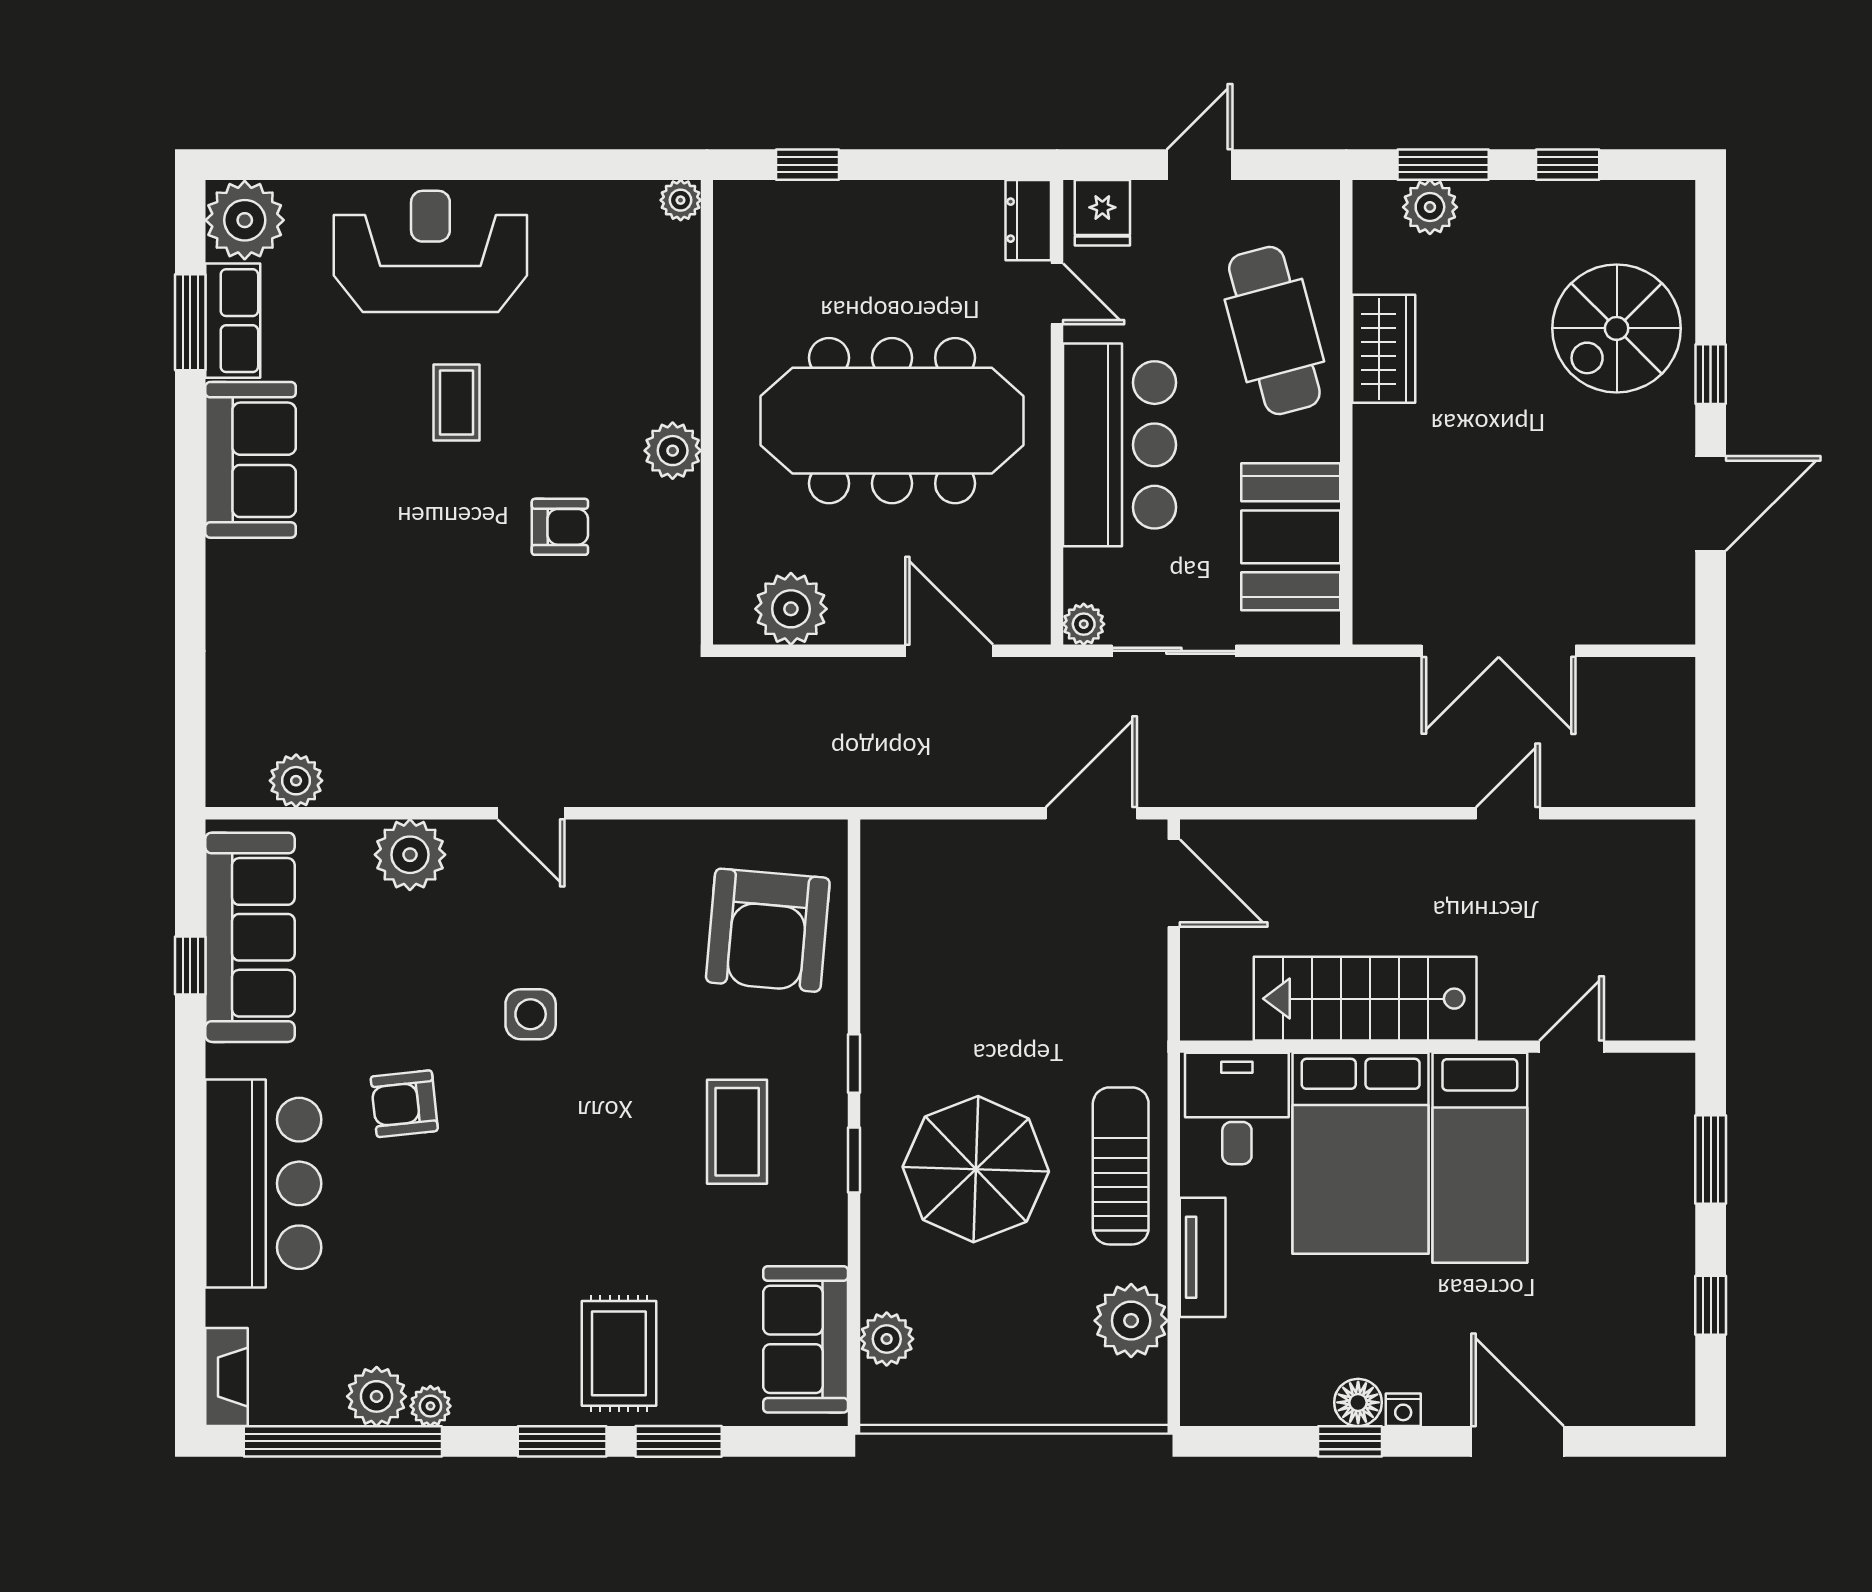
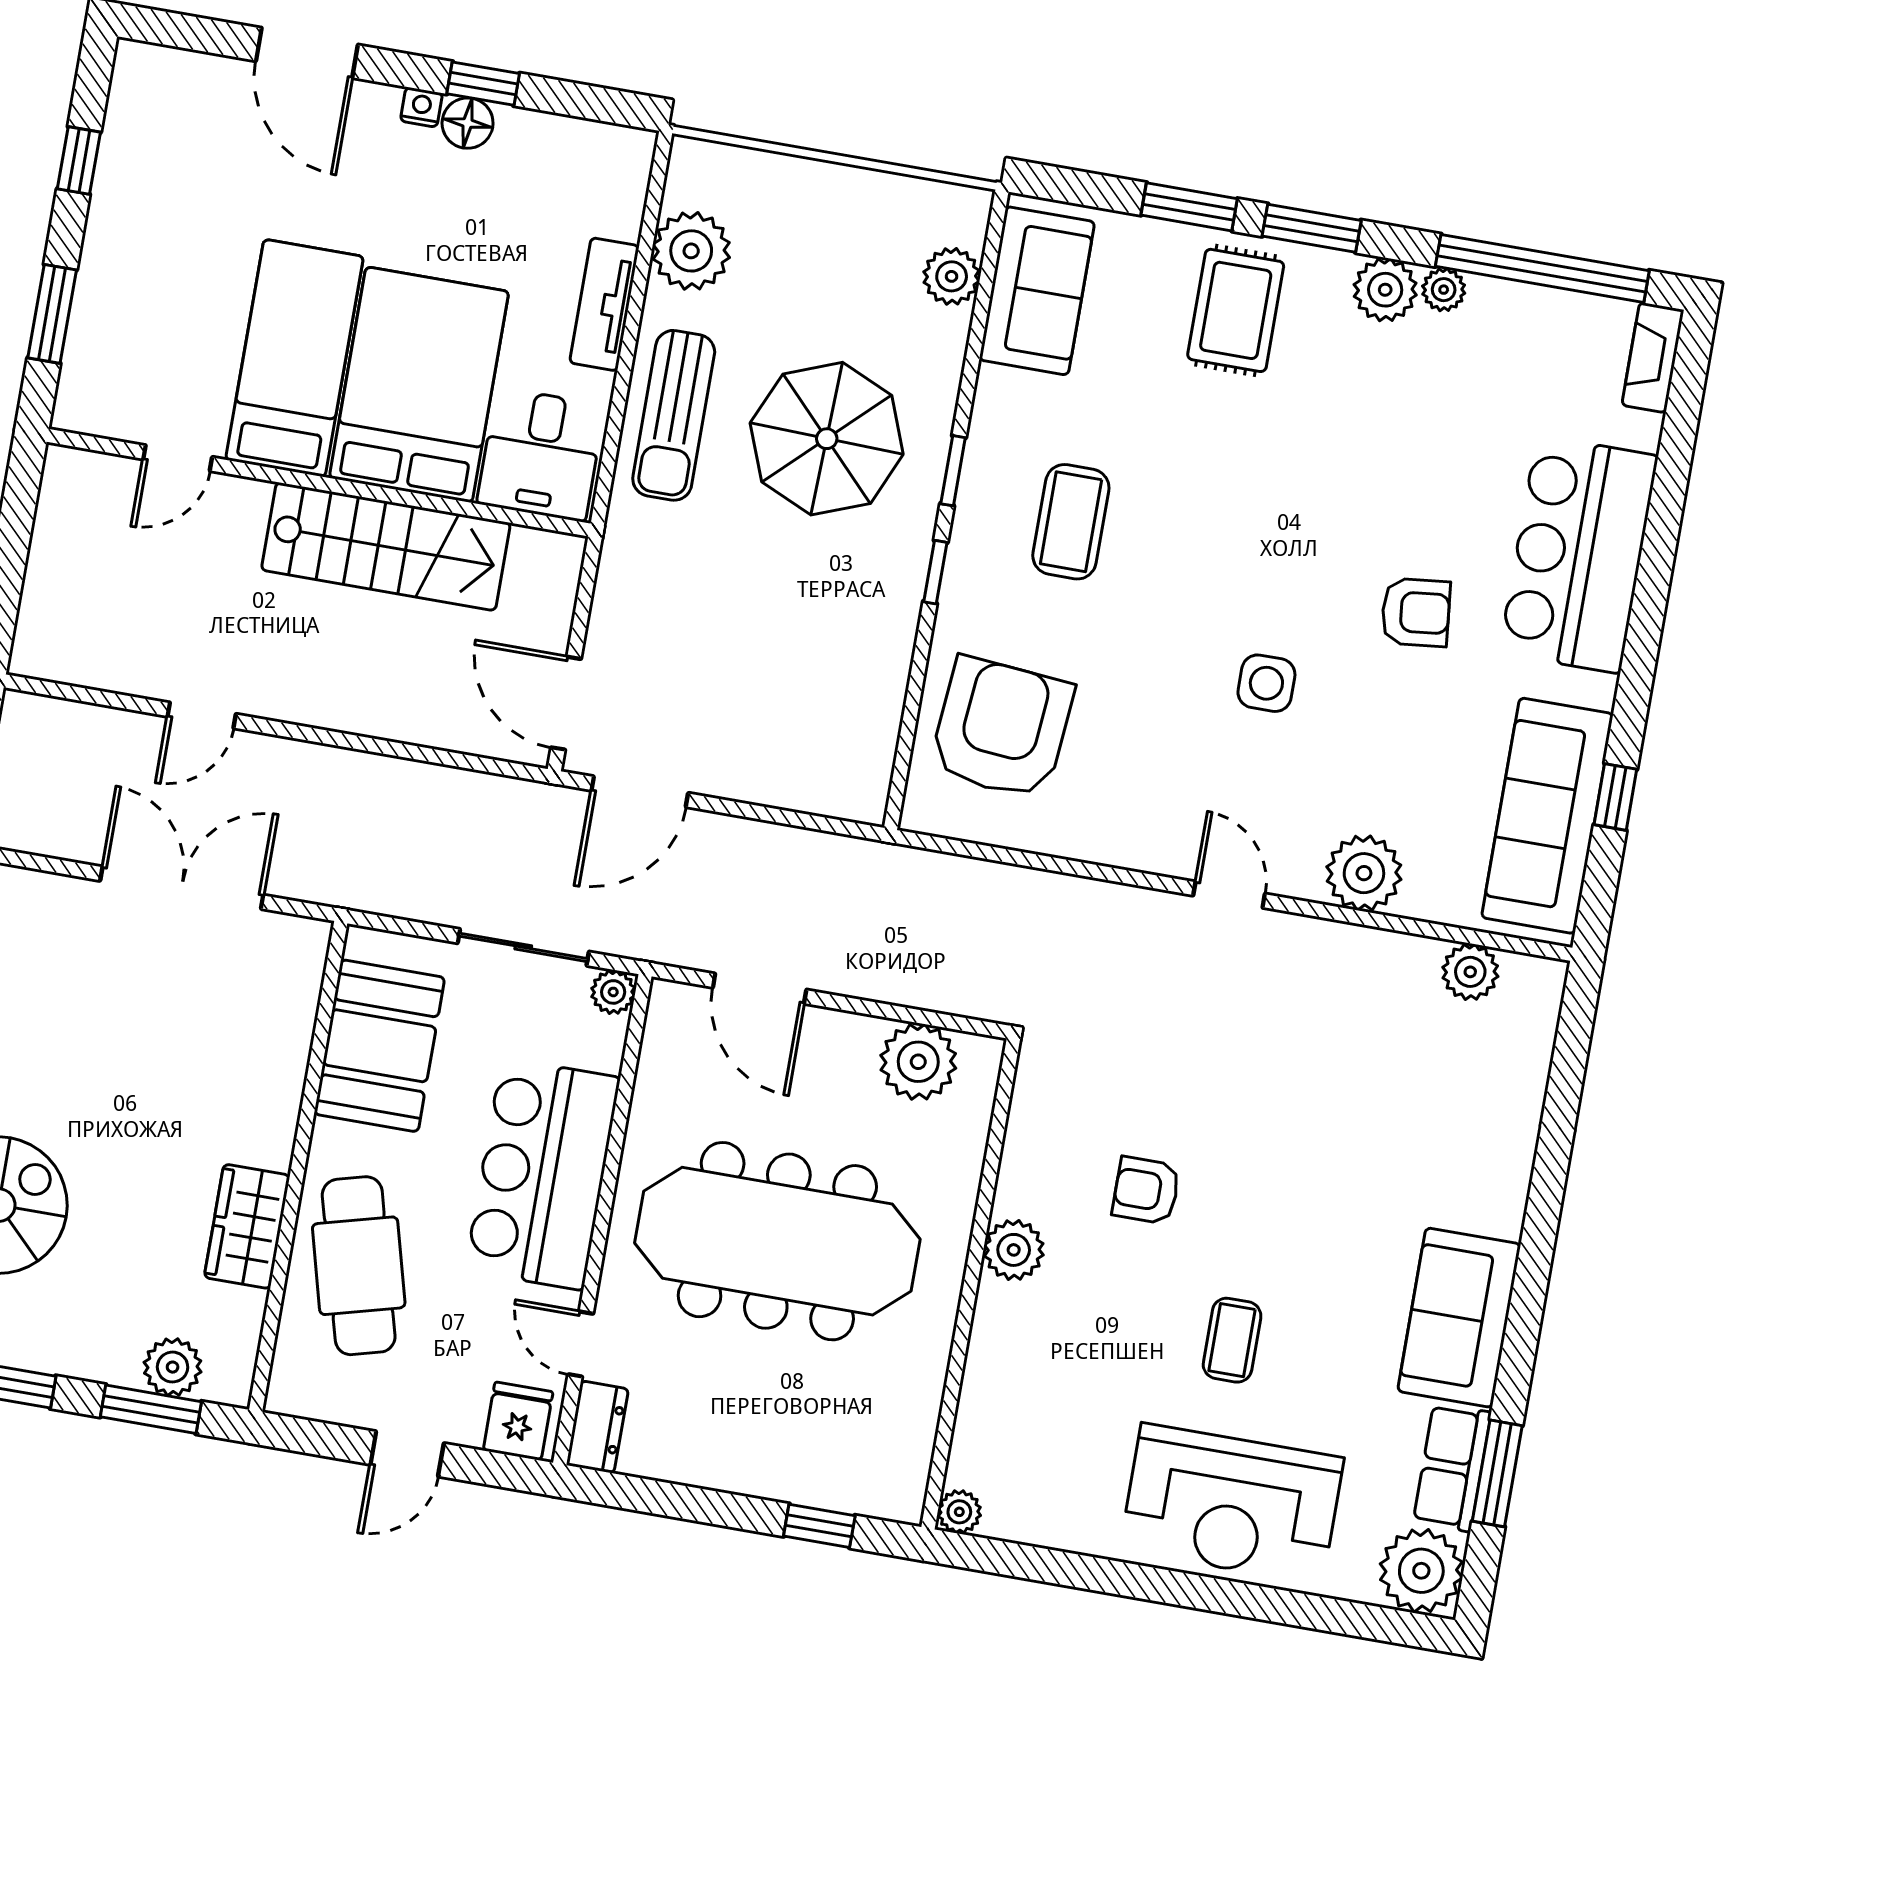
plant: (377, 1396) -> (1385, 290), moved

